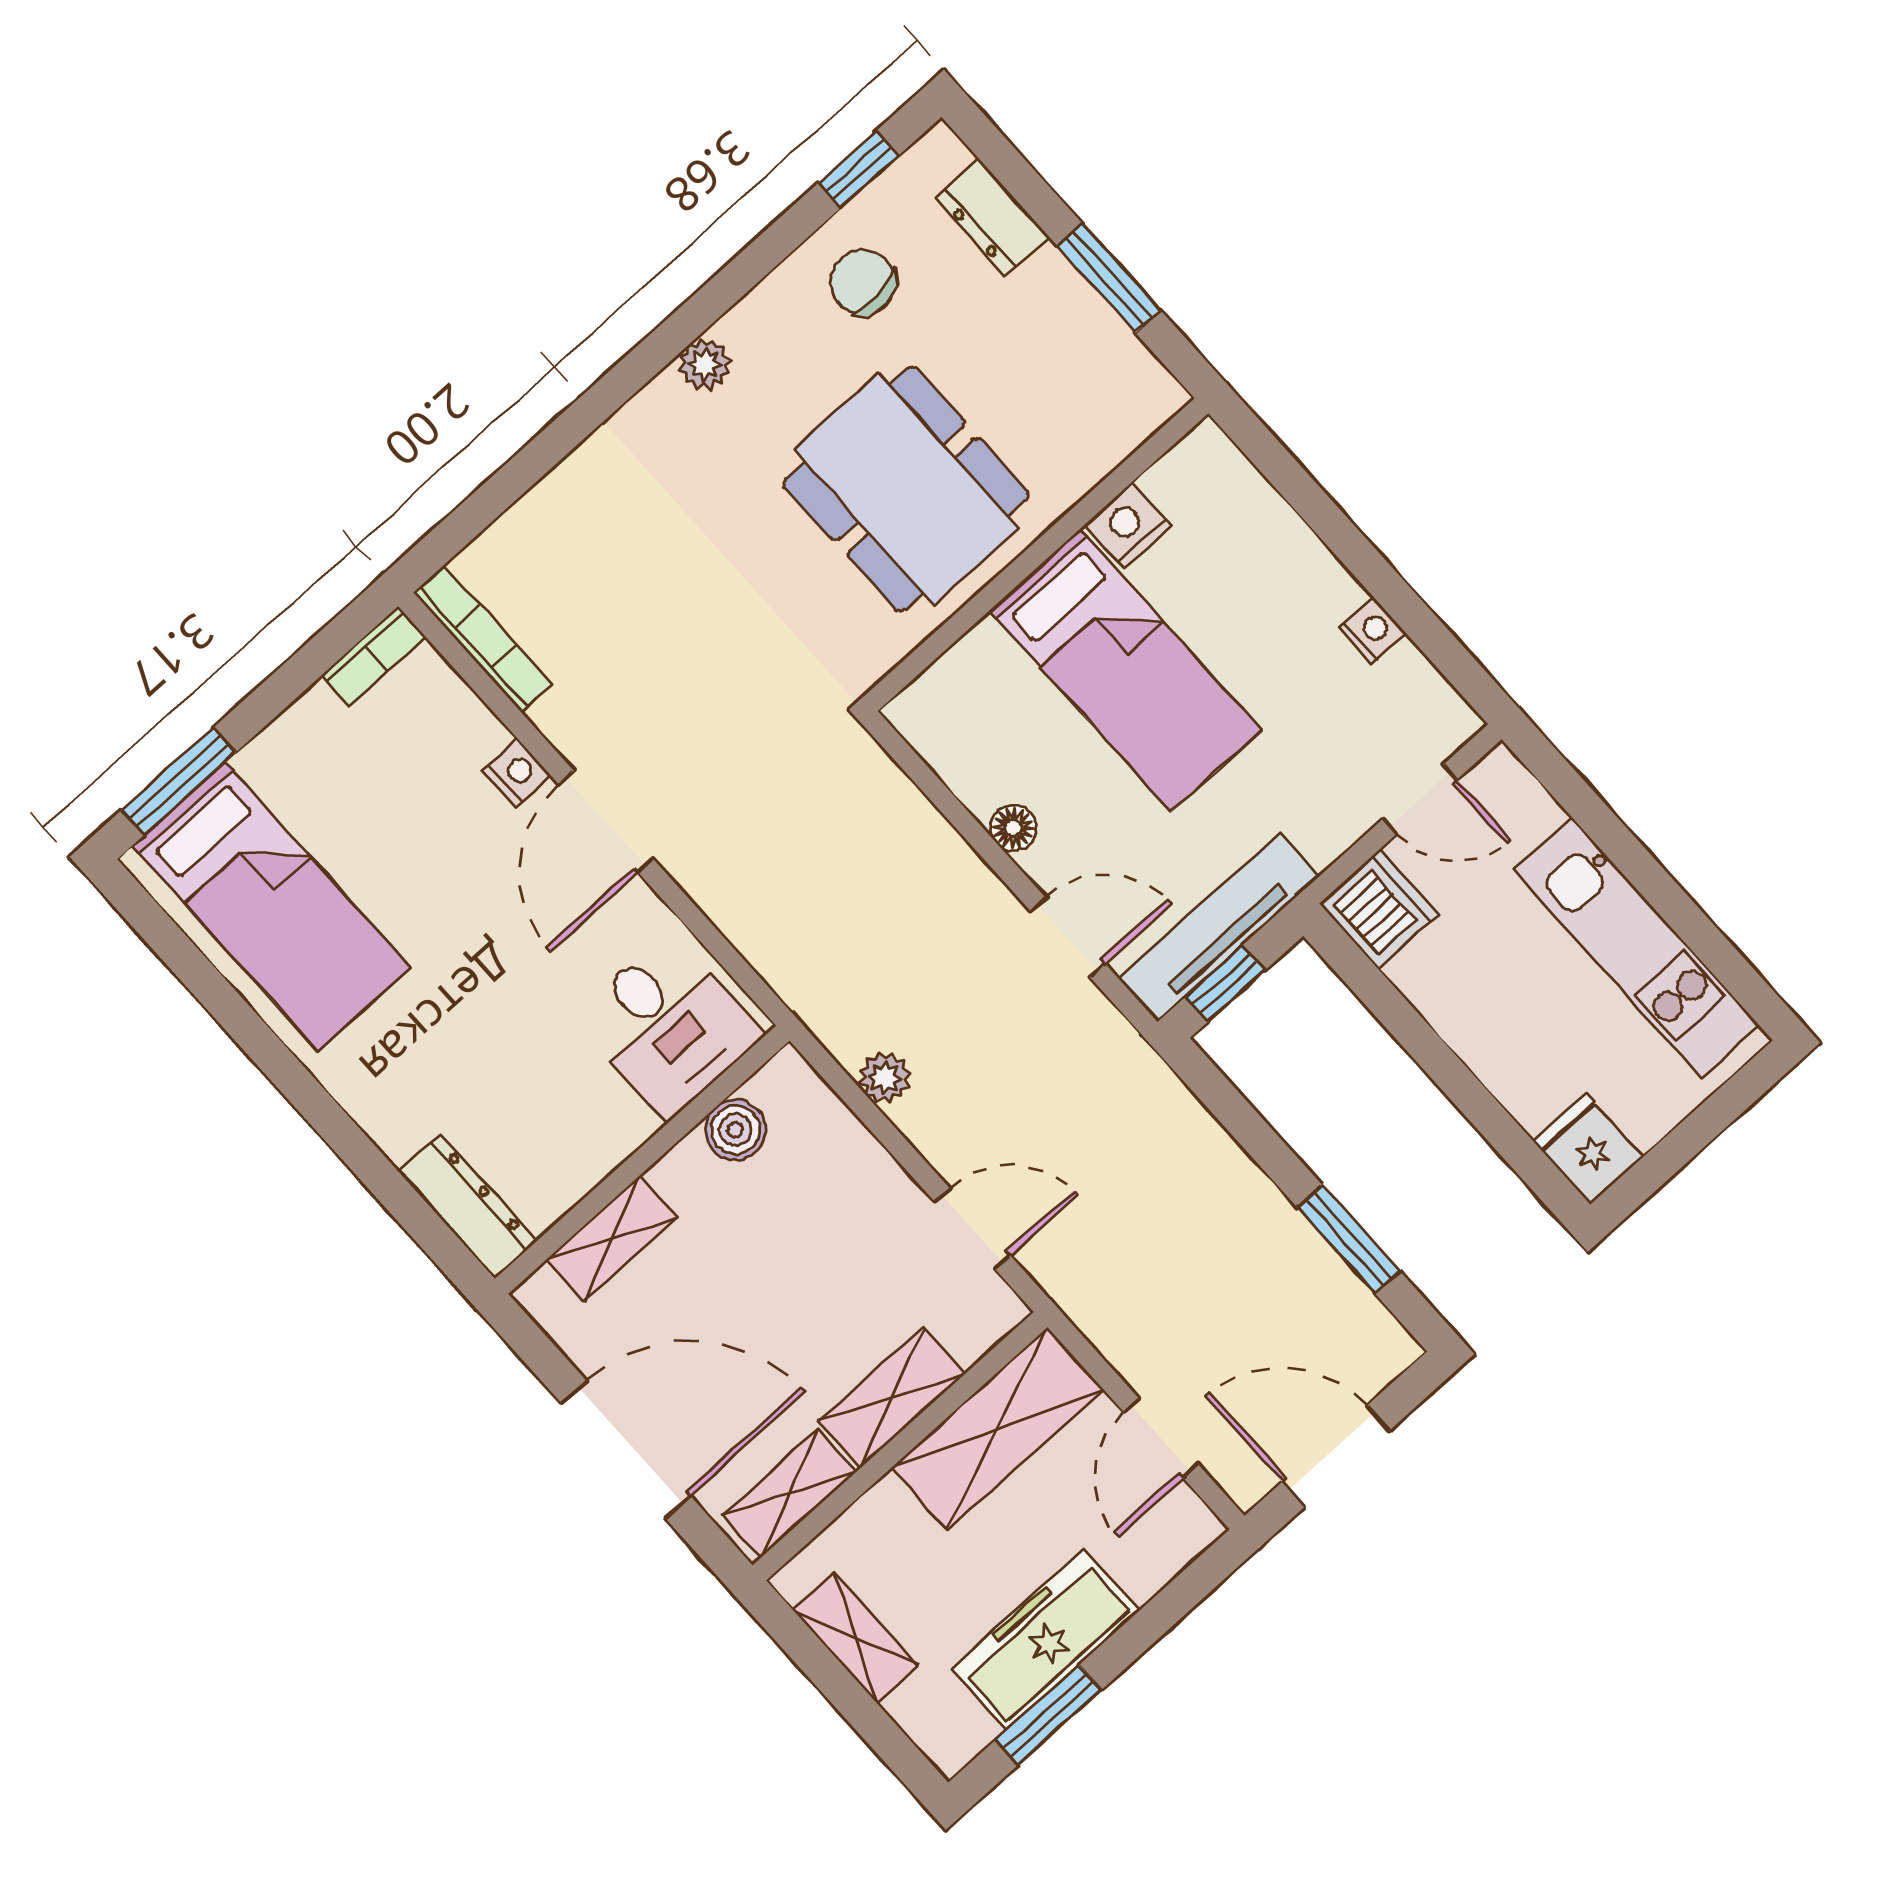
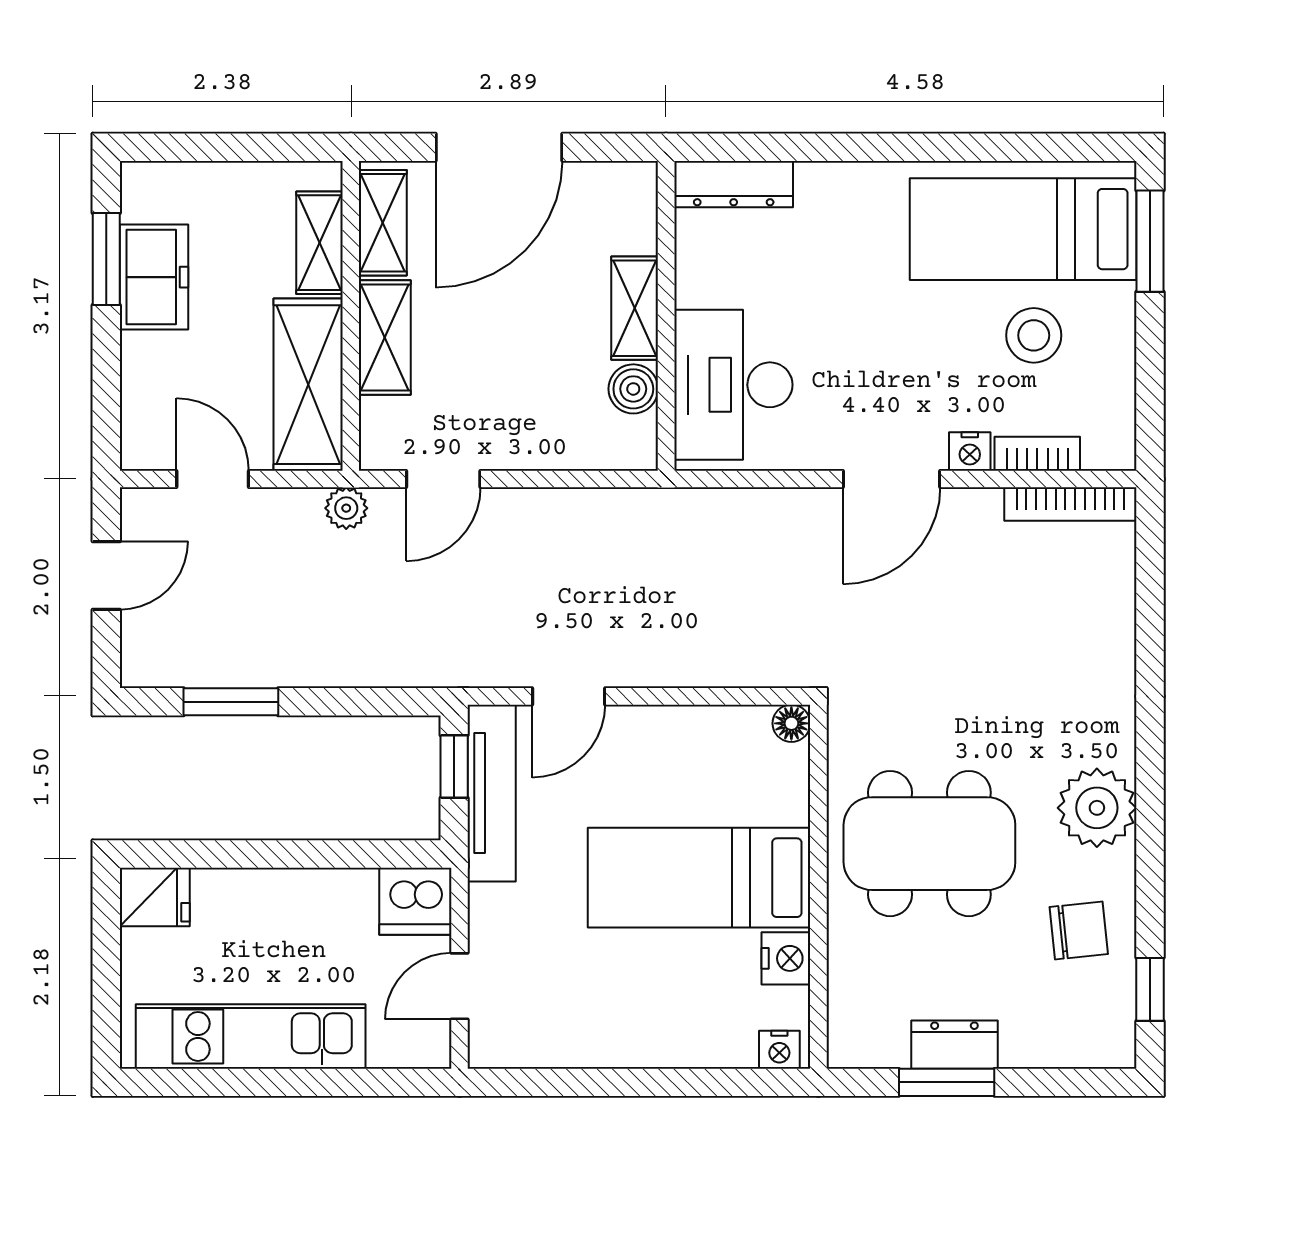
dresser: (992, 217) -> (954, 1045), moved
plant: (705, 364) -> (1097, 808), width x1.87, depth x1.87
nightstand: (1373, 631) -> (779, 1050), moved
bookcase: (374, 656) -> (1037, 454), moved, turned 90
stool: (359, 810) -> (1034, 335), added
door: (606, 822) -> (892, 479), swing flipped
floor lamp: (1014, 828) -> (791, 723), moved
desk: (668, 1026) -> (733, 385), width x1.37
plant: (885, 1078) -> (346, 508), moved
shelving: (612, 1239) -> (635, 308), moved
door: (1336, 1456) -> (106, 575), width x0.73
shelving: (856, 1638) -> (320, 243), moved, turned 90
freezer: (1045, 1640) -> (154, 277), width x0.71

